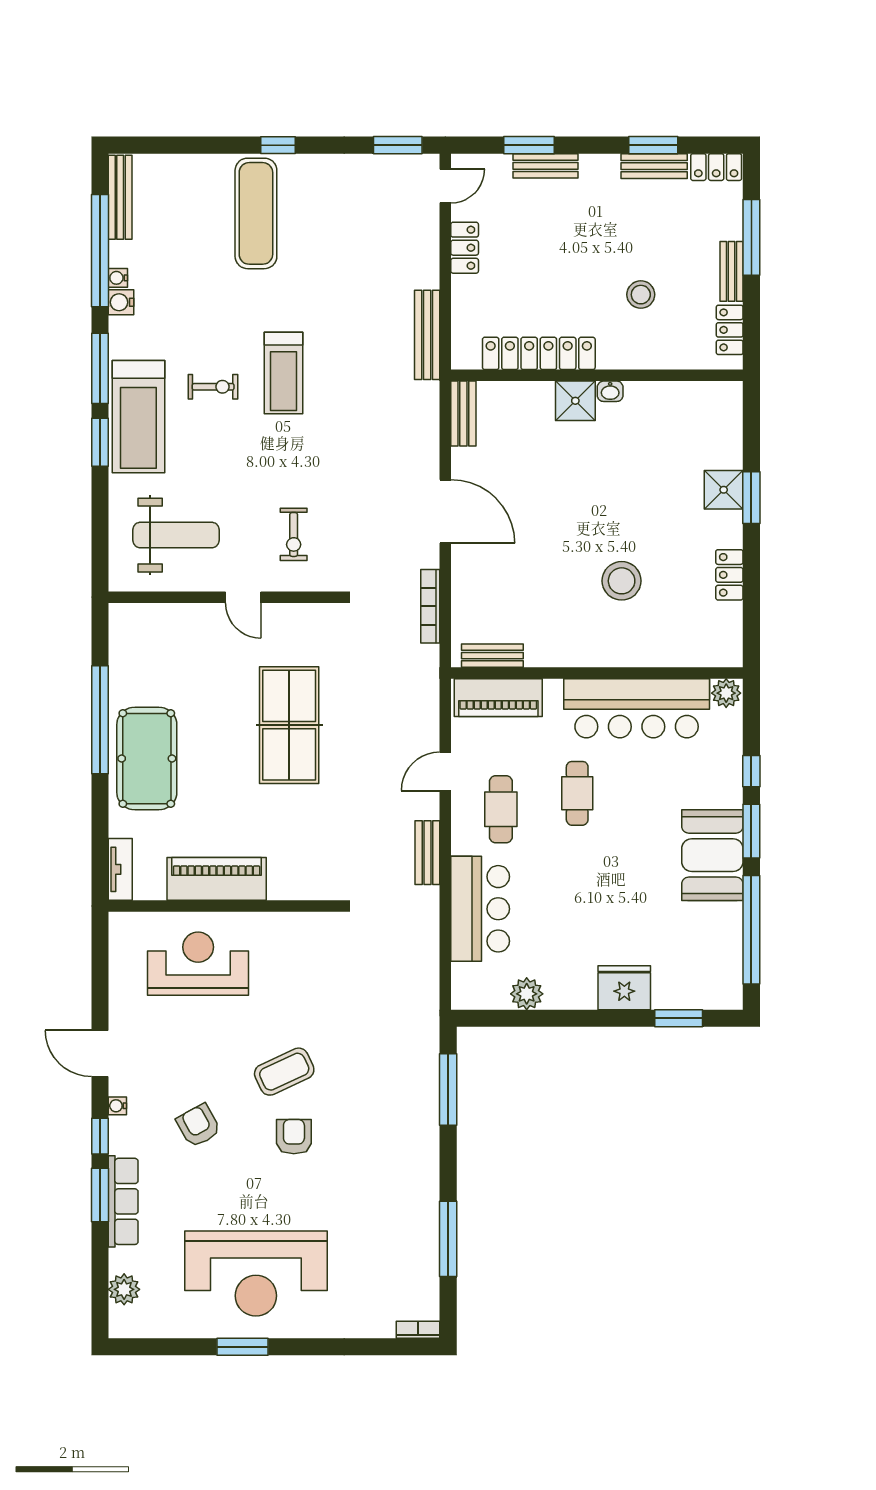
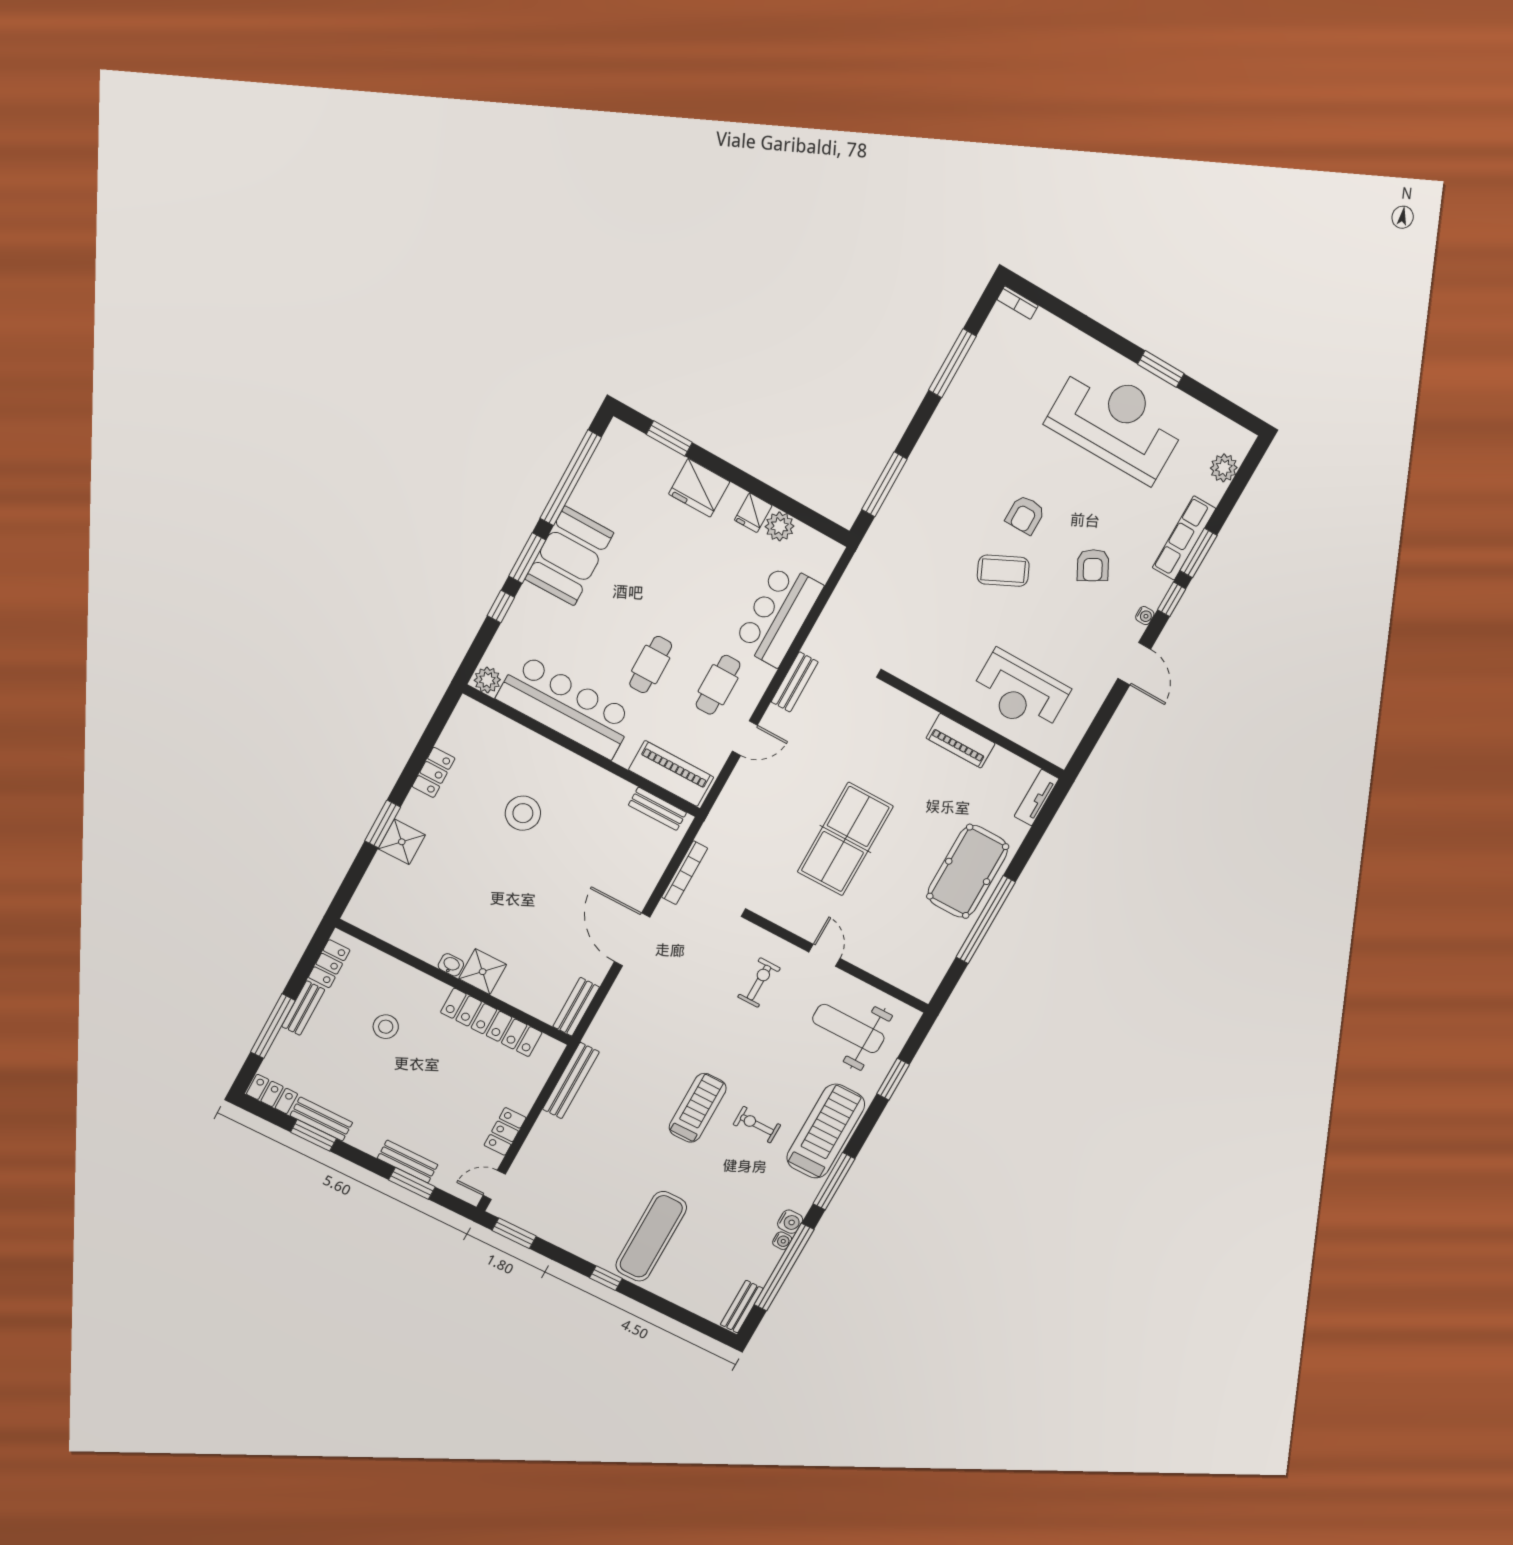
bench: (120, 197) -> (742, 1307), width x0.73
window: (100, 442) -> (893, 1079), moved
piano: (217, 879) -> (961, 741), width x0.73, depth x0.75
fridge: (559, 993) -> (753, 513), added

